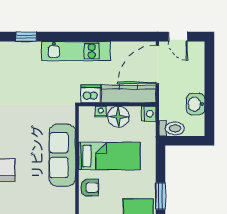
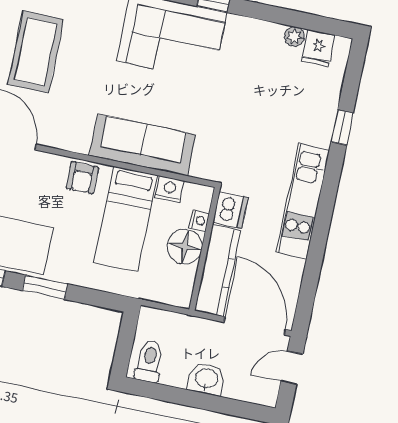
washbasin: (196, 104) -> (206, 379), moved
nightstand: (149, 114) -> (169, 189), moved, turned 180
toilet: (172, 128) -> (149, 361), moved, turned 180

